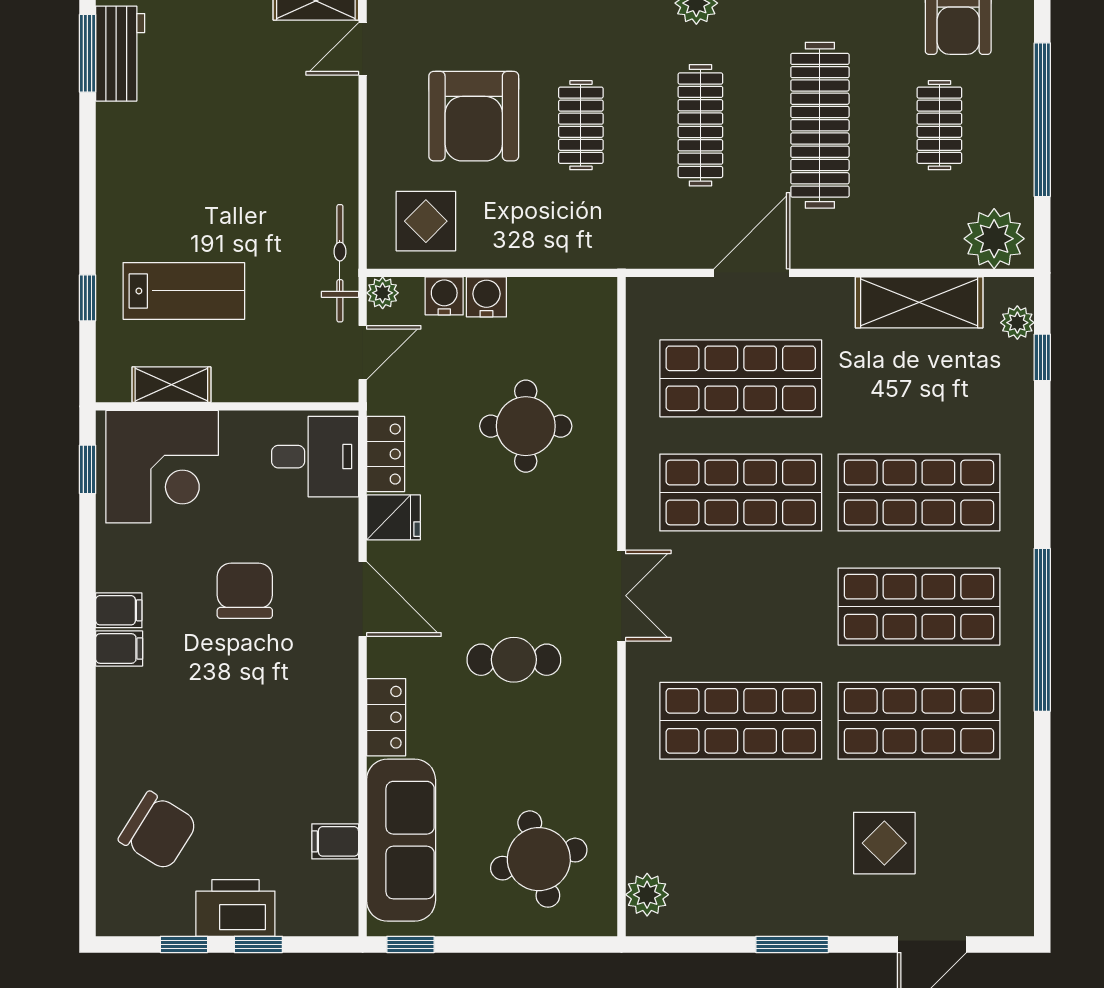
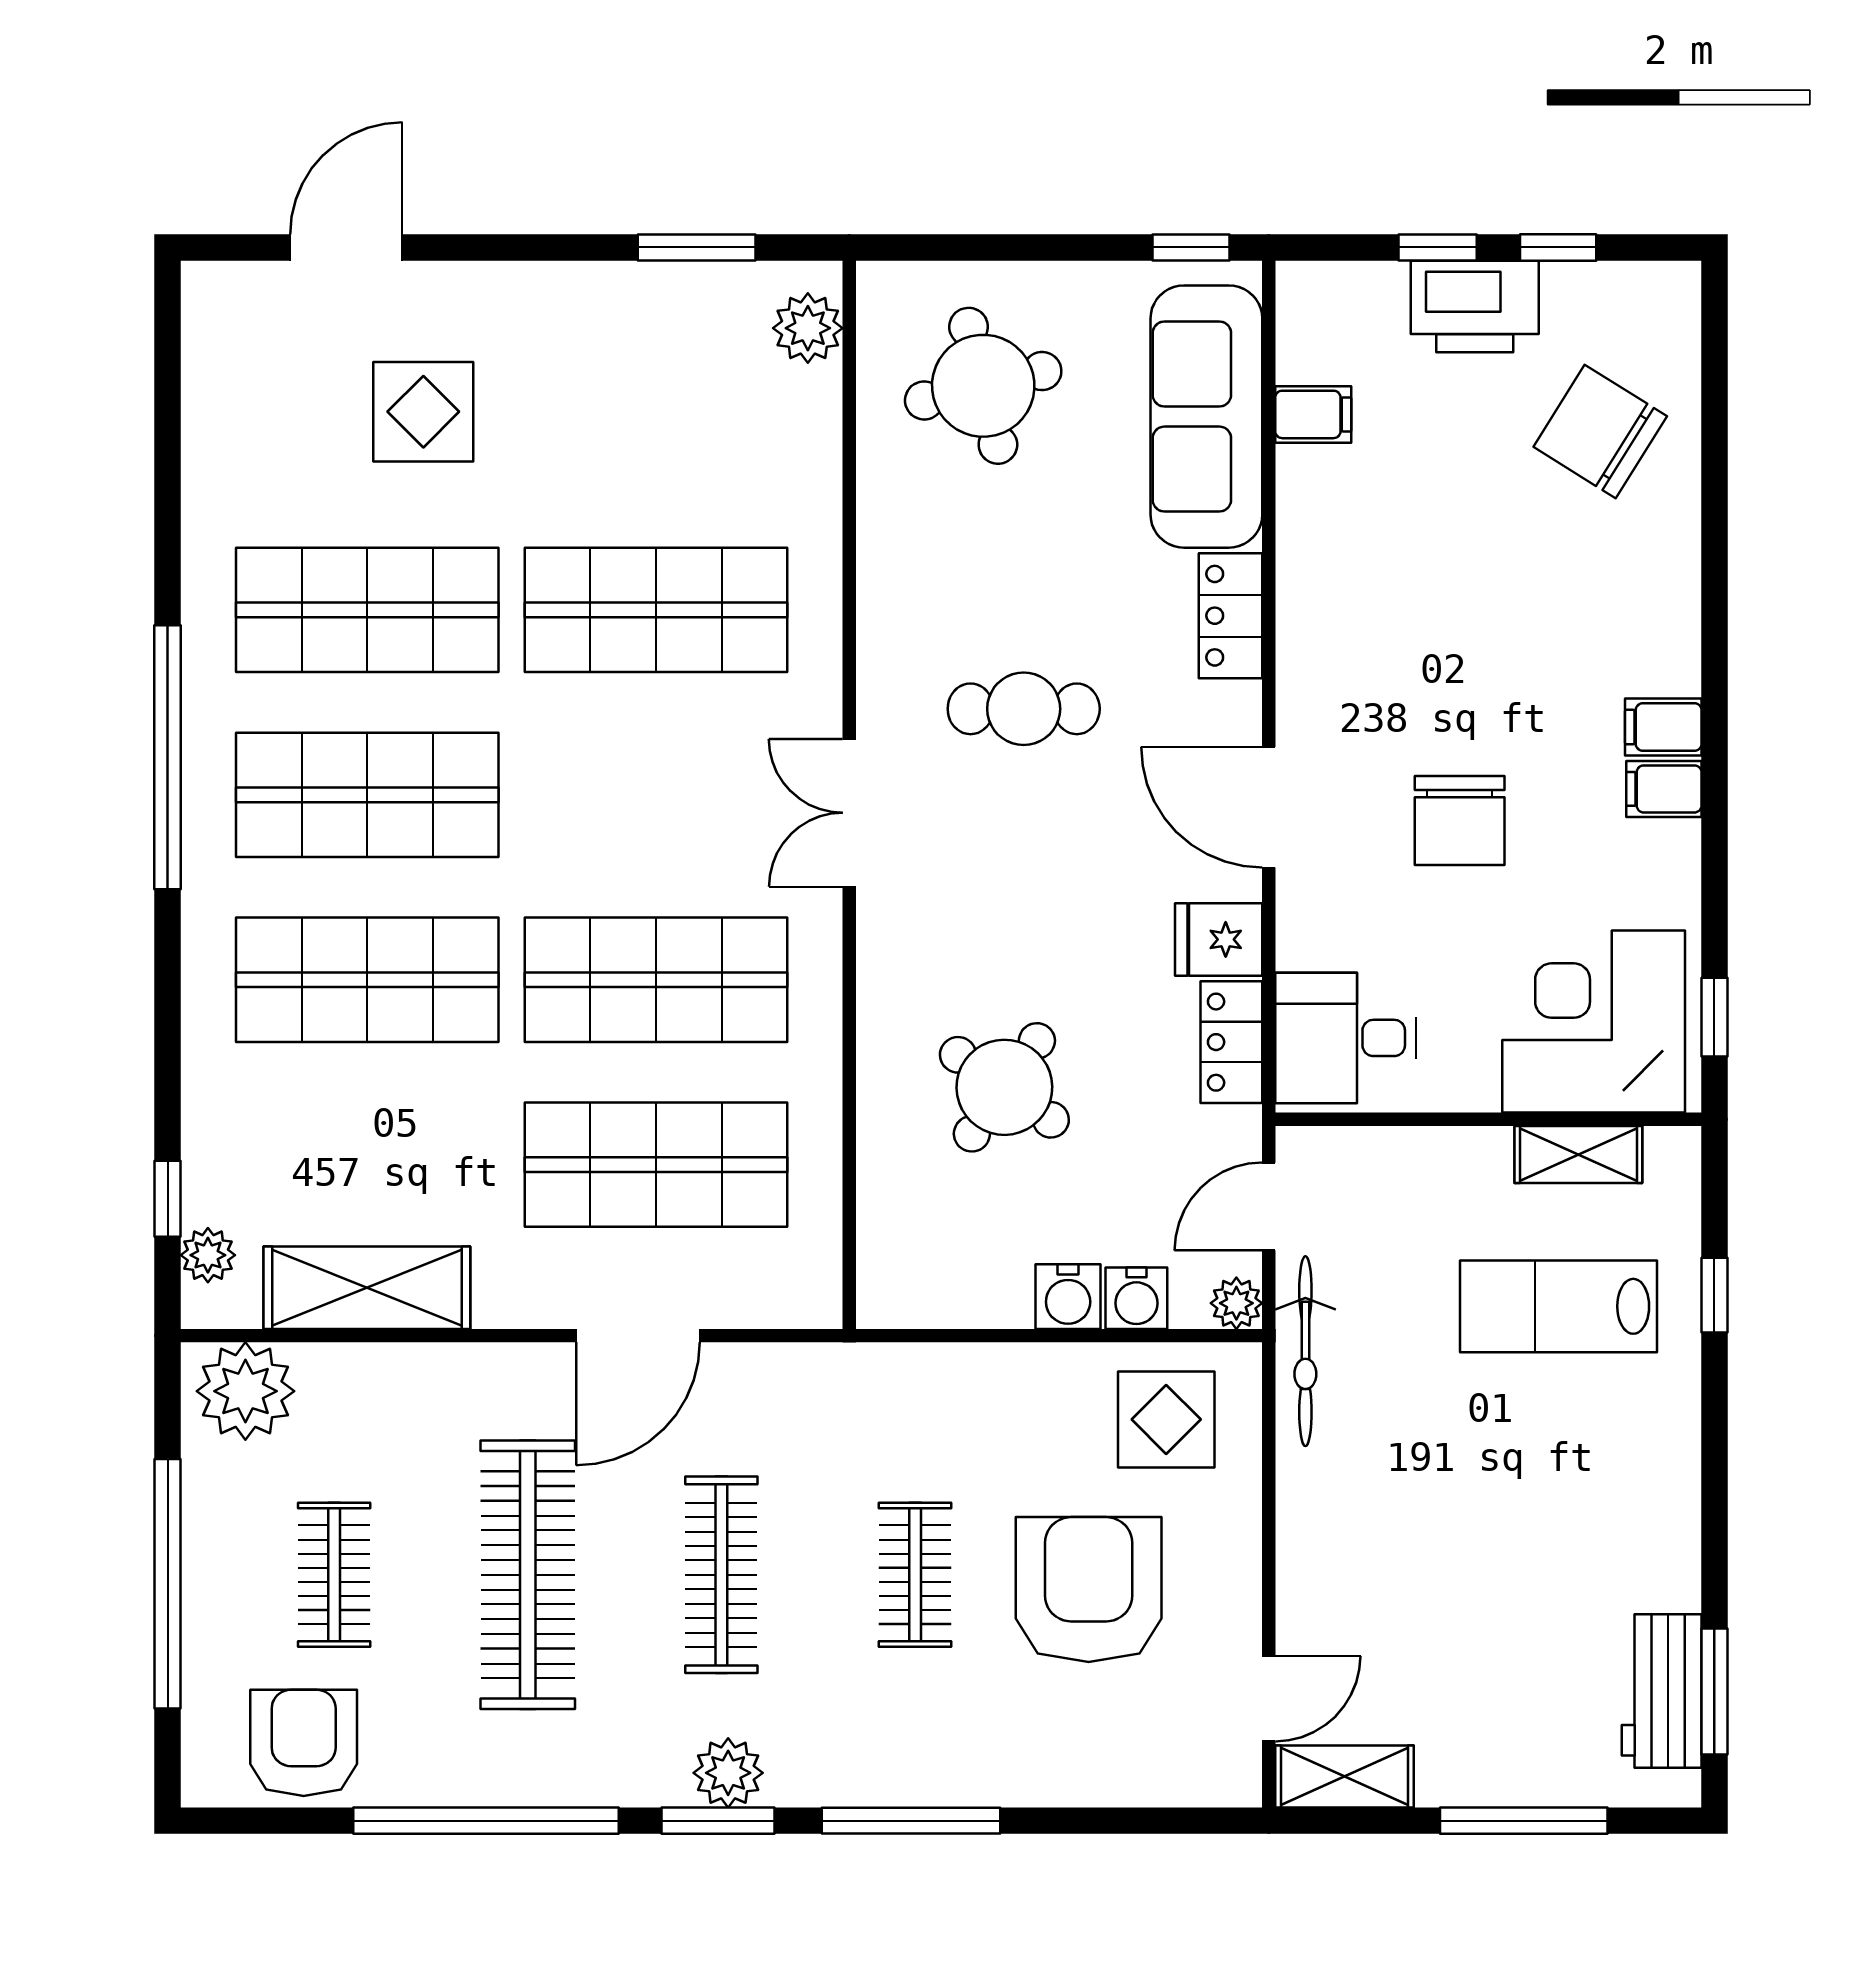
round table: (526, 426) -> (1004, 1087), turned 35
window: (792, 944) -> (697, 247), moved

